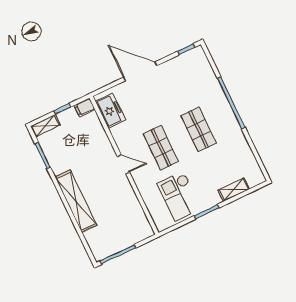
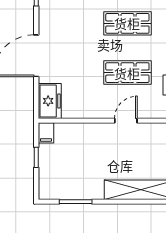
freezer: (110, 111) -> (50, 101), moved, turned 90
shelving: (45, 126) -> (45, 184), removed

